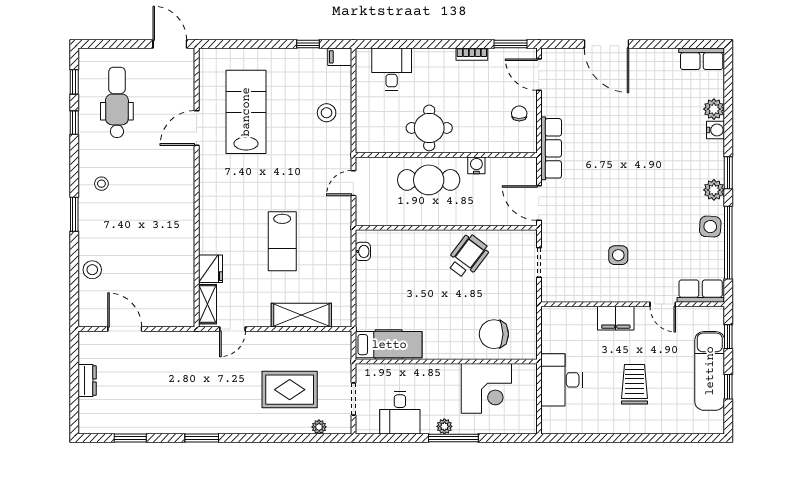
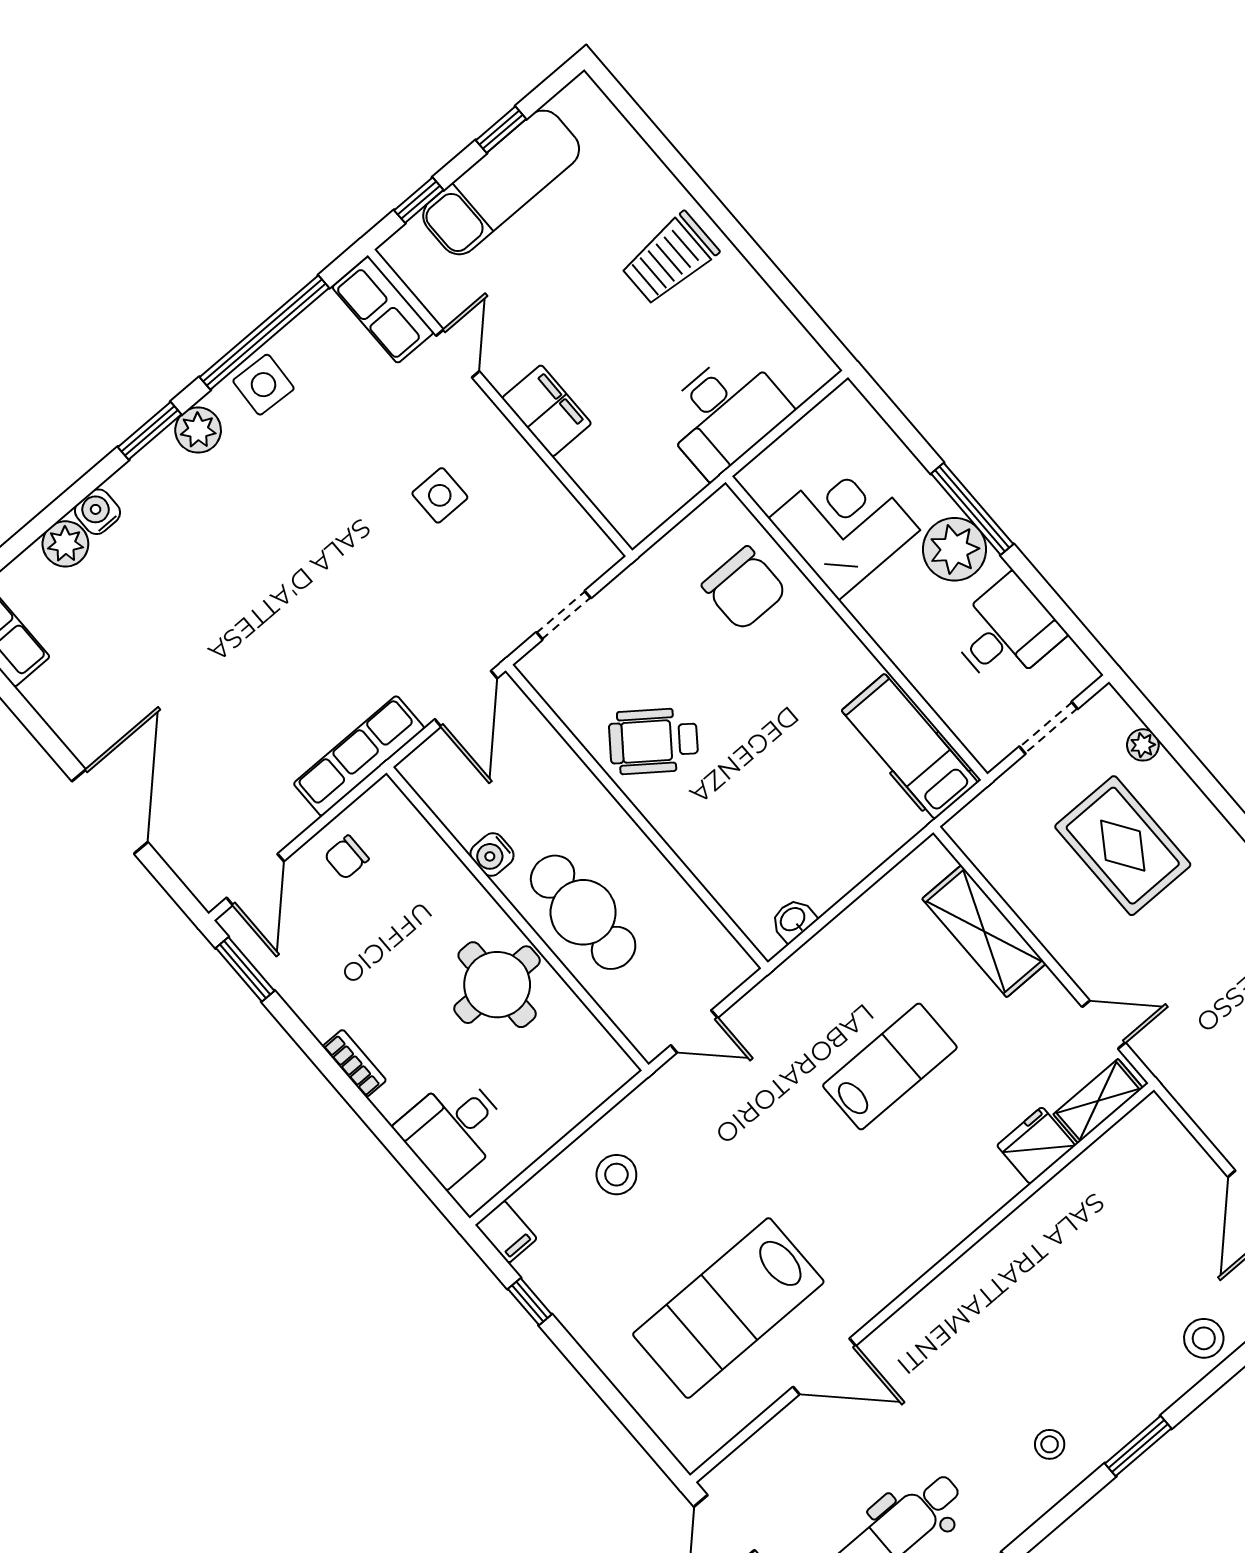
bookcase: (472, 54) -> (354, 1063), moved
trolley: (634, 384) -> (670, 259), moved
plant: (444, 426) -> (954, 549), width x1.88, depth x1.88

